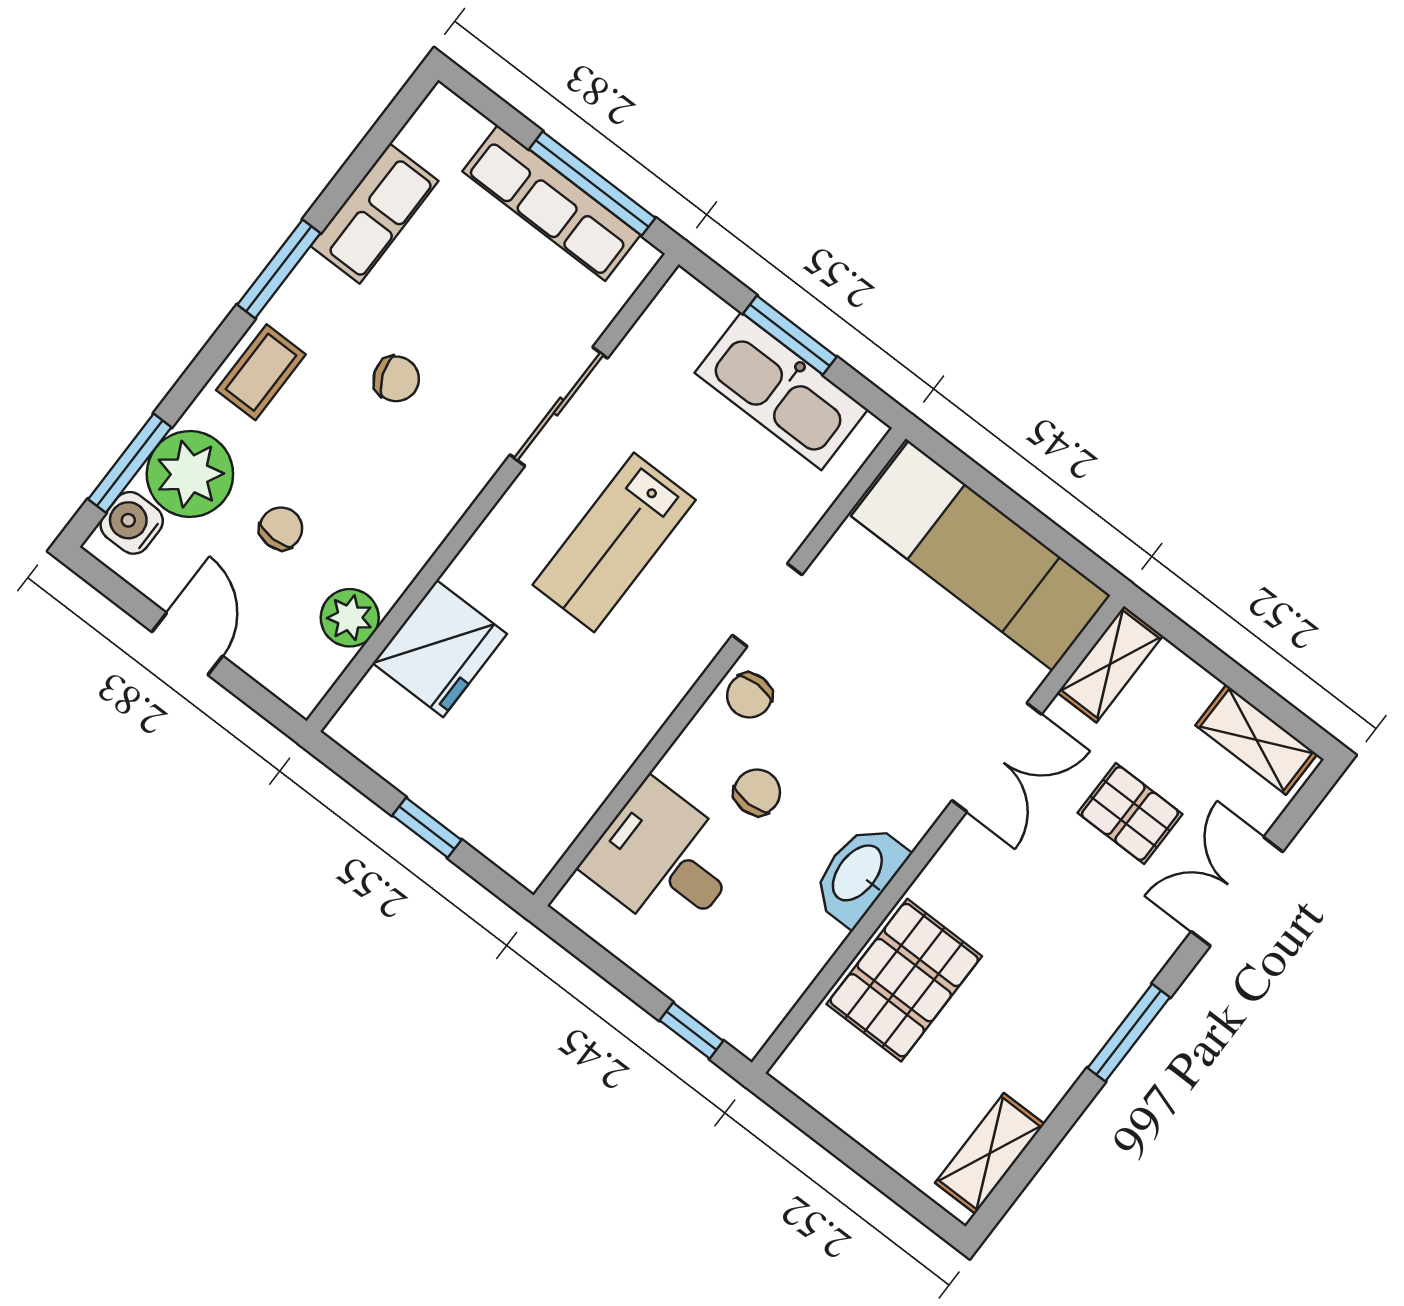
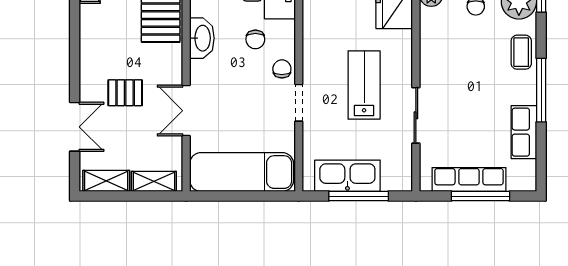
window: (592, 184) -> (480, 196), moved
window: (279, 269) -> (541, 90), width x1.44
window: (790, 335) -> (359, 196), width x1.44
chair: (396, 379) -> (476, 84), removed
shelving: (1110, 664) -> (154, 181), moved, turned 90
pallet: (1130, 813) -> (125, 93), moved
window: (1129, 1033) -> (75, 54), removed

